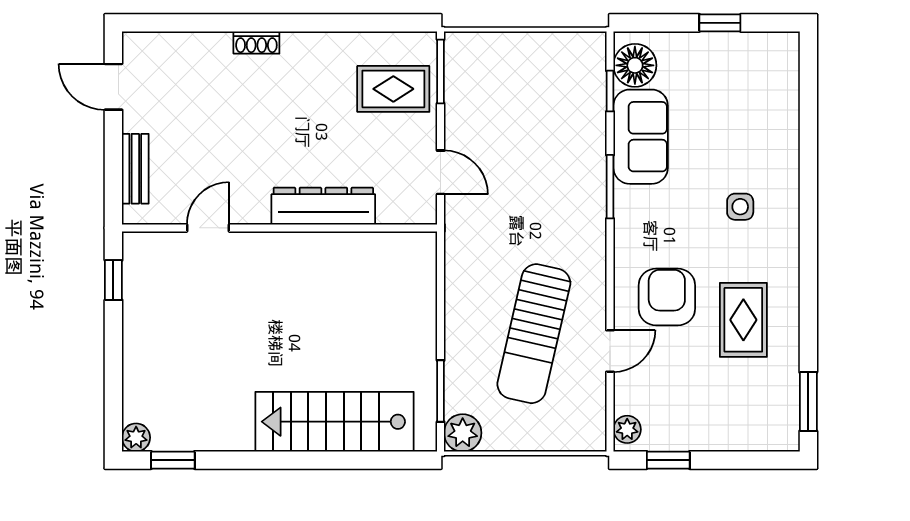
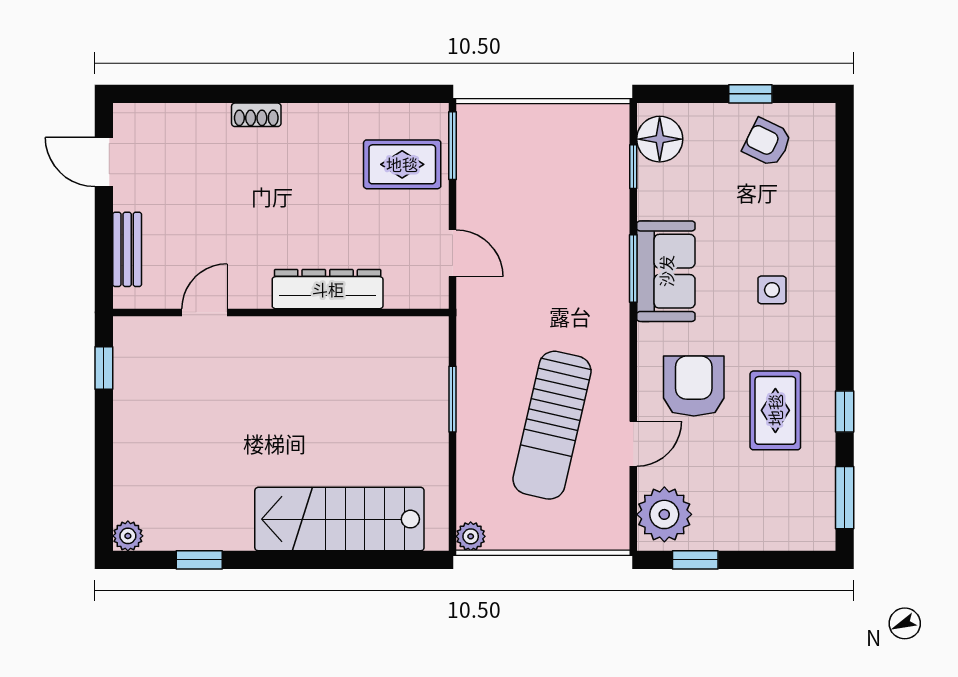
armchair: (736, 68) -> (767, 142), added
sofa: (641, 137) -> (666, 271), moved
window: (808, 321) -> (845, 411), added
window: (441, 391) -> (453, 399), moved
plant: (627, 429) -> (664, 514), width x1.87, depth x1.87
plant: (463, 433) -> (471, 536), width x0.73, depth x0.73
window: (173, 460) -> (199, 560), moved

